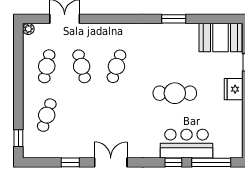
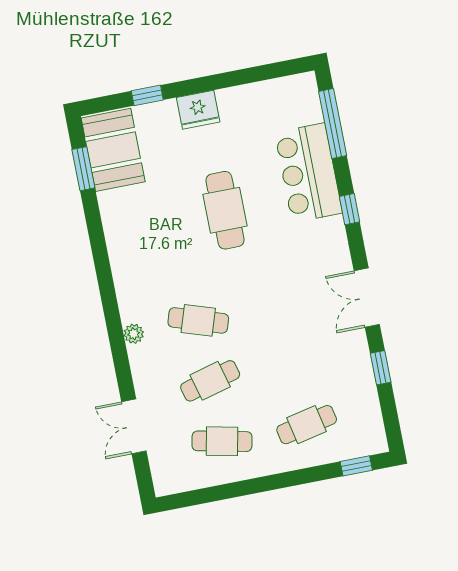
window: (174, 19) -> (83, 169), moved
plant: (28, 29) -> (134, 334), moved
cafe table: (47, 115) -> (307, 425), turned -30
window: (173, 162) -> (349, 209), moved

